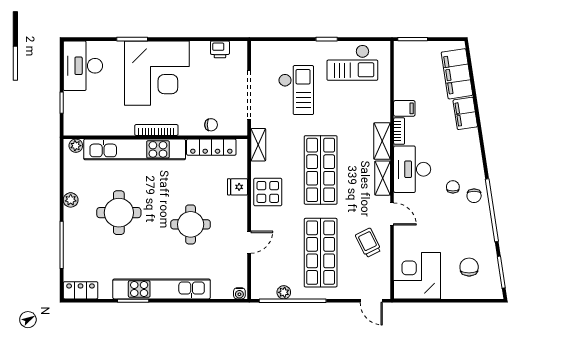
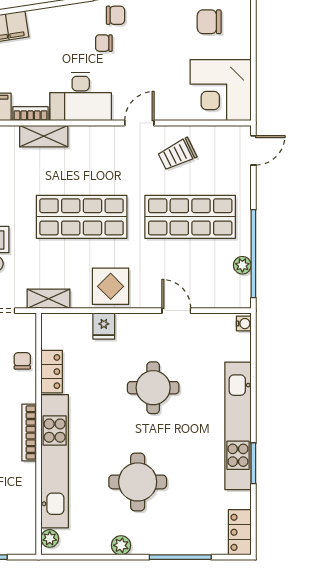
locker: (211, 147) -> (52, 372), width x0.66
shelving: (383, 178) -> (92, 135), removed

